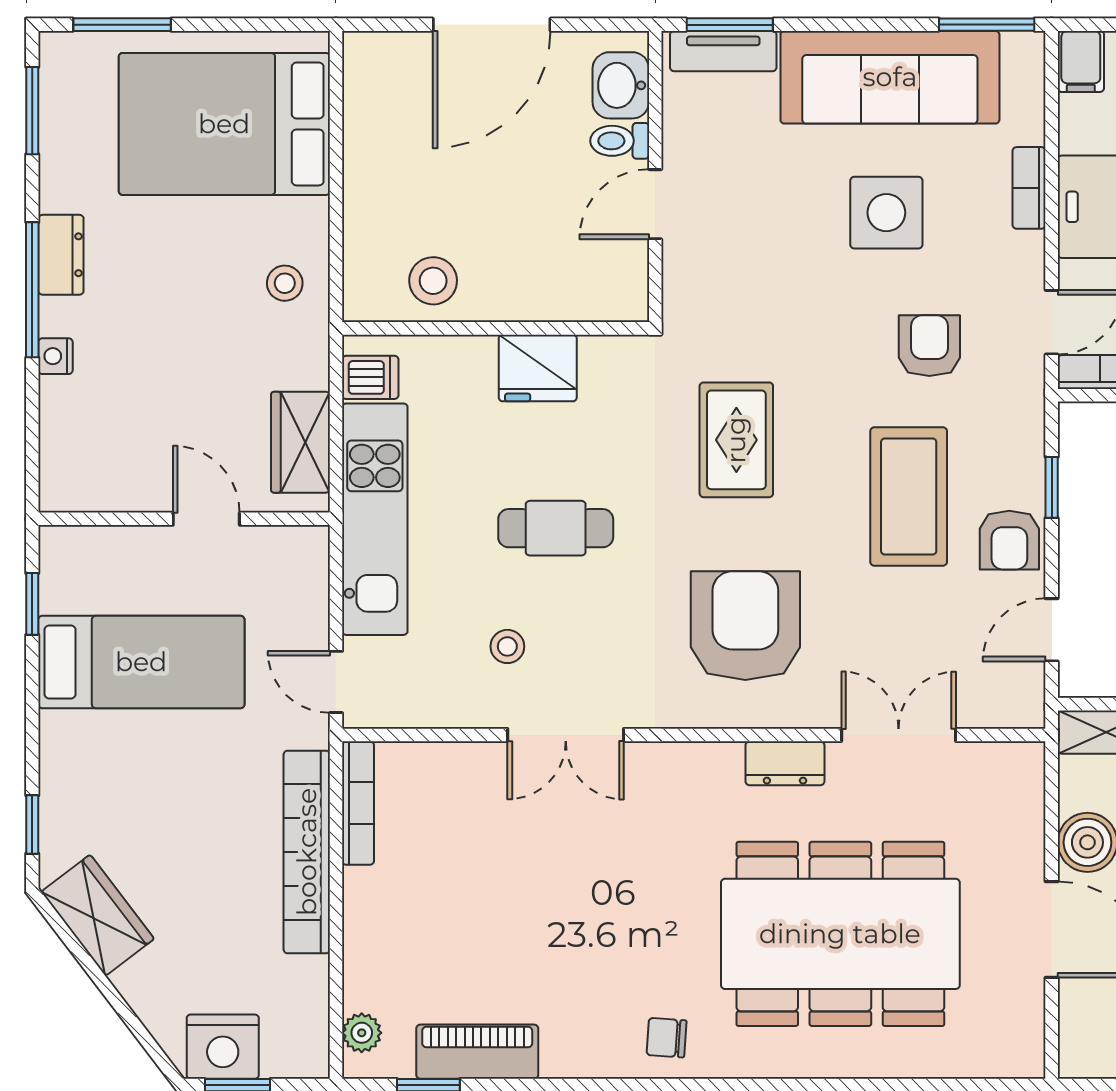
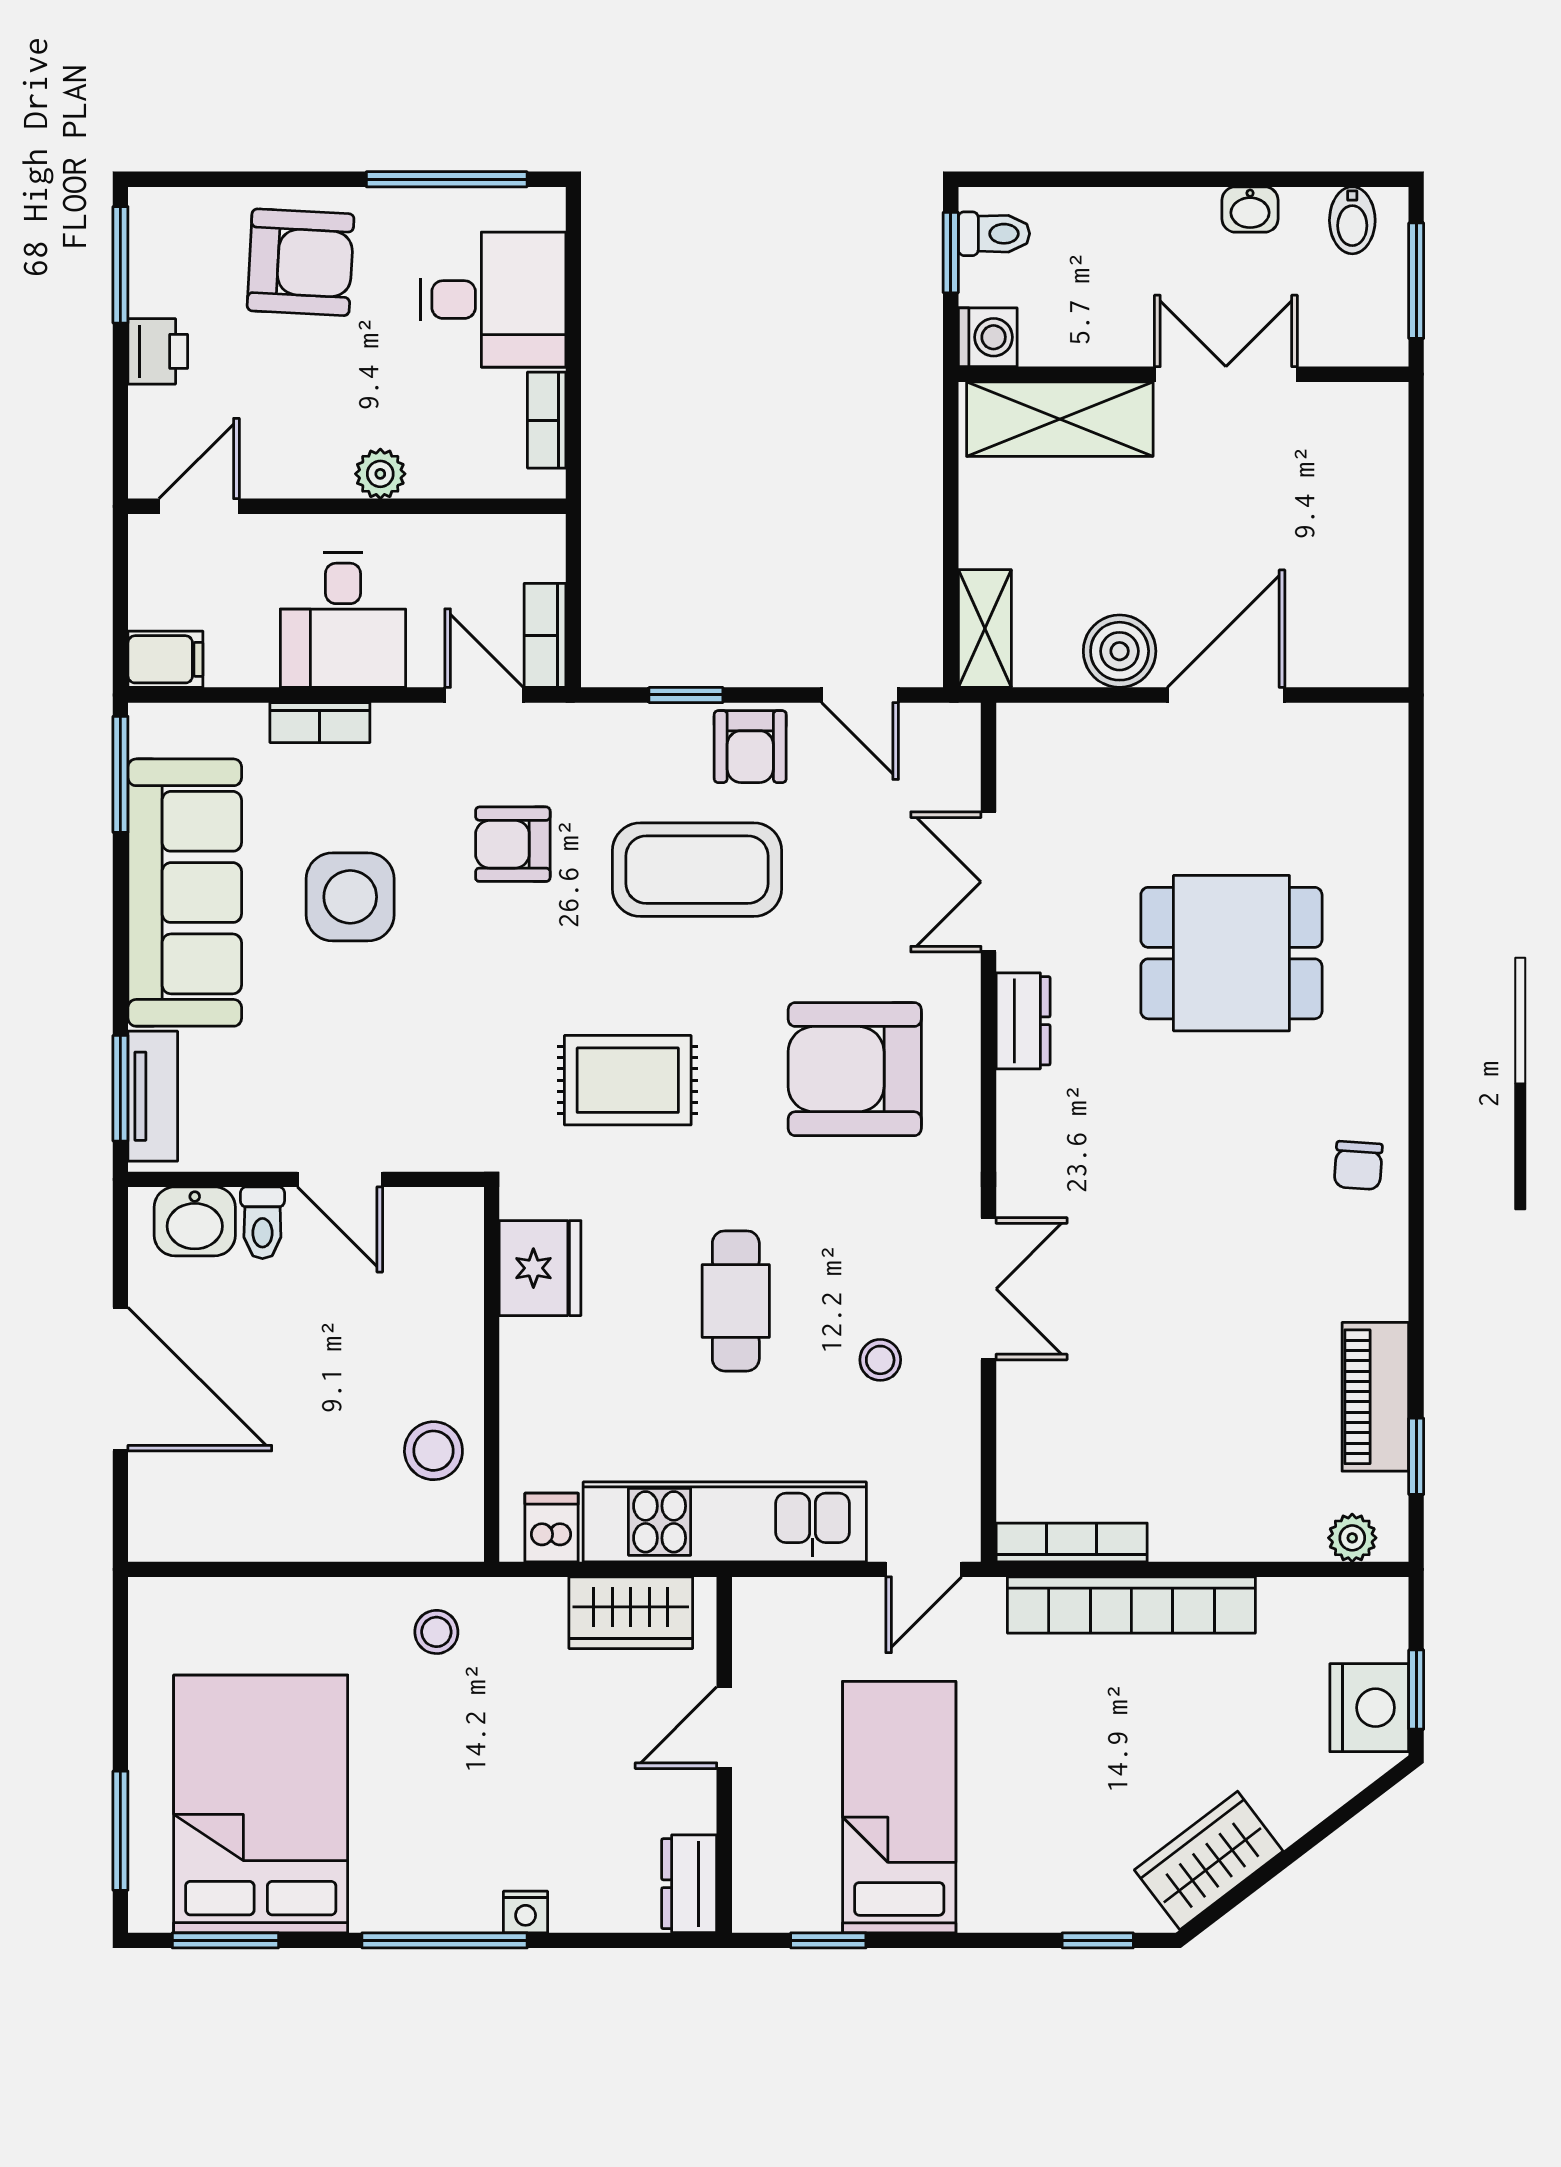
bed: (224, 124) -> (261, 1804), moved, turned 180
dresser: (61, 255) -> (689, 1884), moved, turned -90
fridge: (538, 368) -> (540, 1268), moved
armchair: (1009, 540) -> (750, 747), turned 90
dining table: (840, 934) -> (1231, 953), width x0.53, depth x0.80

